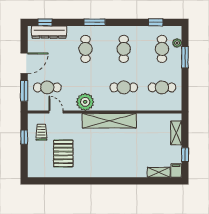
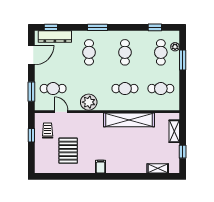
door: (24, 63) -> (31, 55), moved
shelving: (109, 121) -> (129, 120), moved
filing cabinet: (176, 170) -> (101, 167), moved

